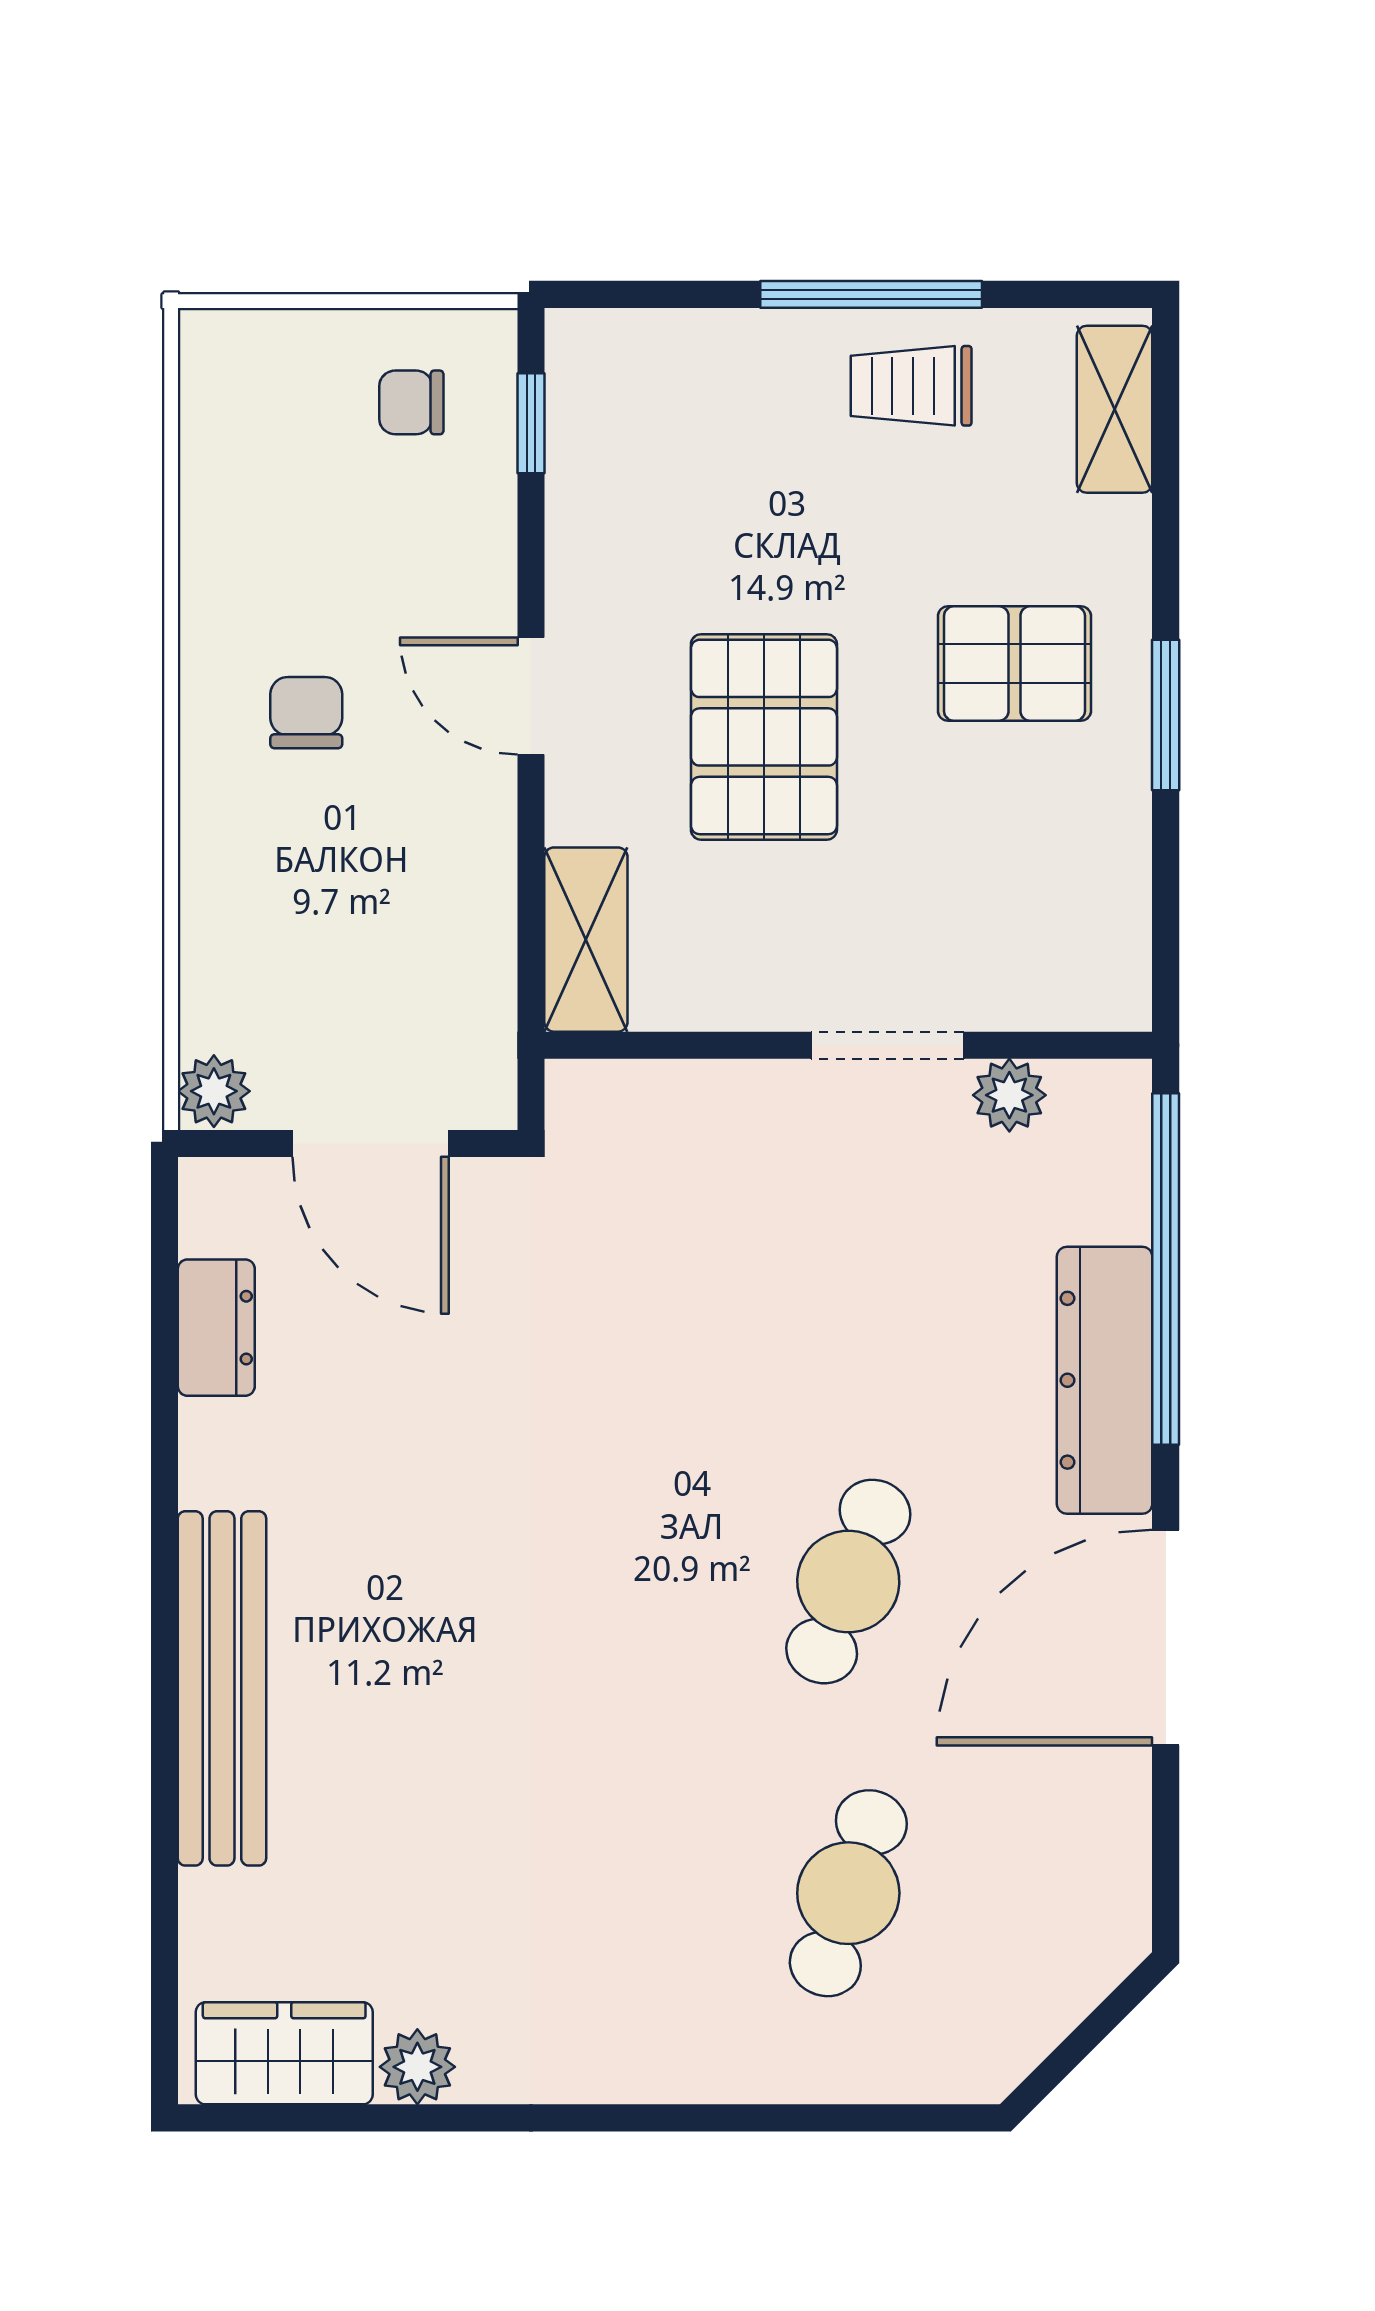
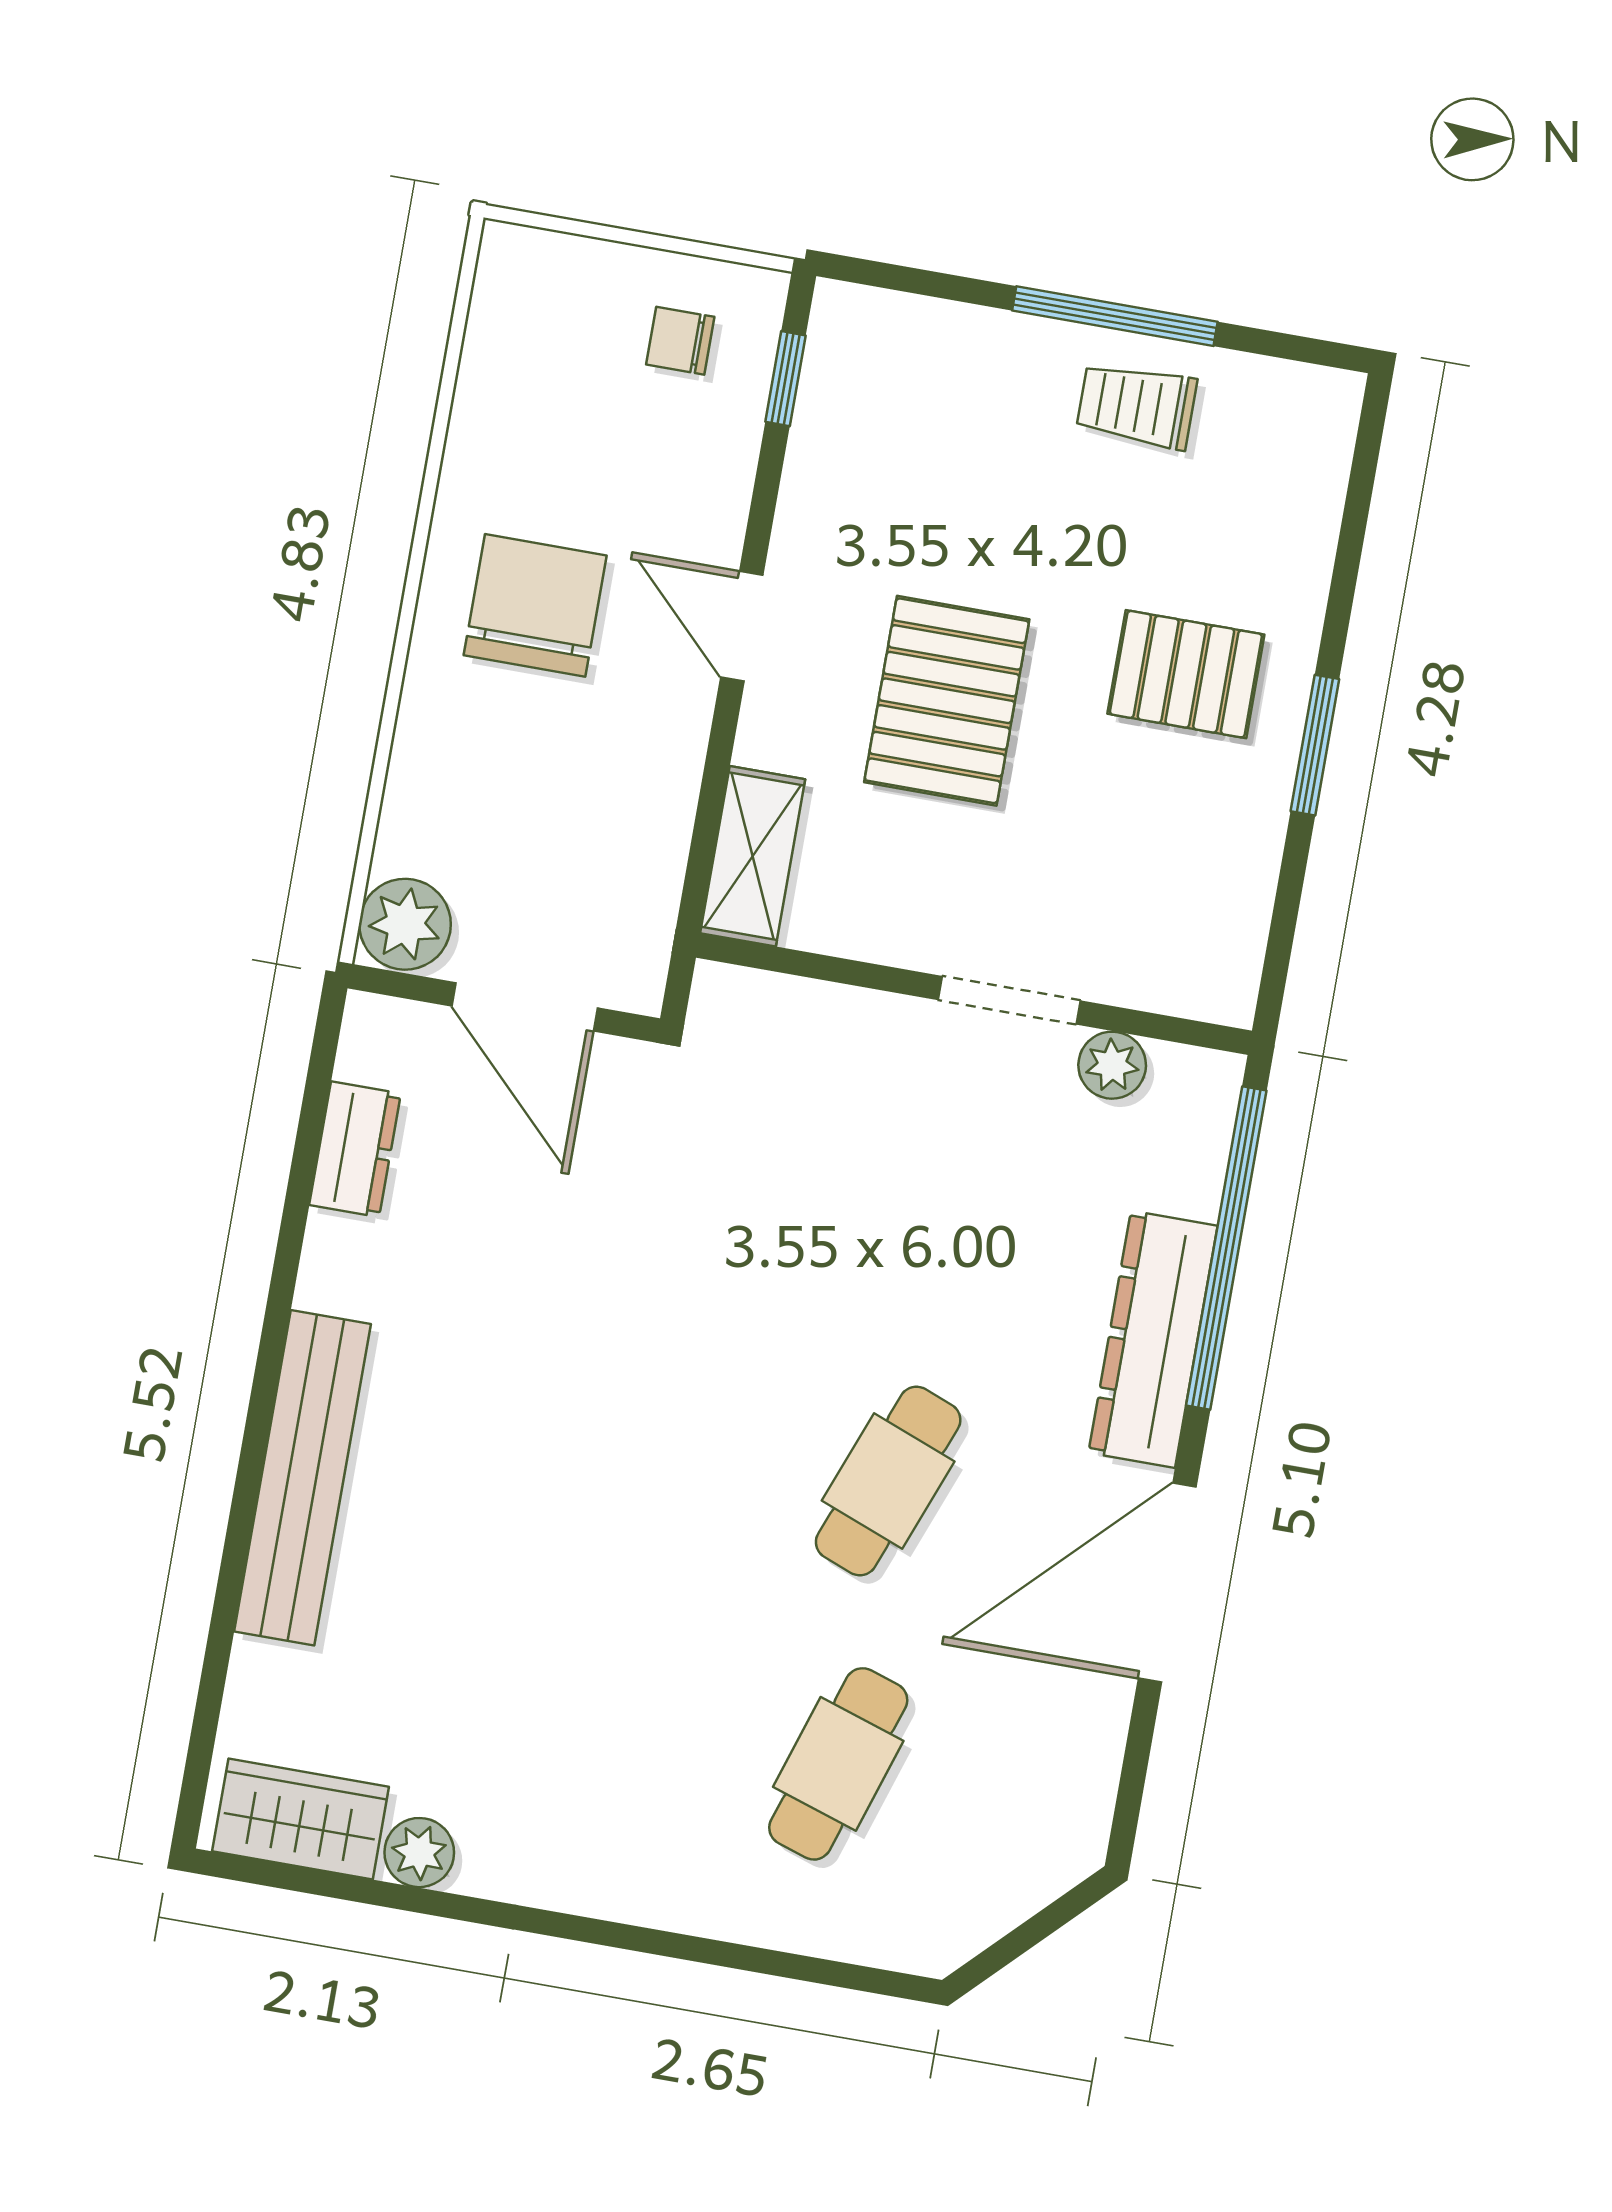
shelving: (1115, 409) -> (1318, 459), removed
chair: (306, 713) -> (535, 605), width x1.87, depth x1.87
plant: (214, 1091) -> (405, 924), width x1.38, depth x1.38

